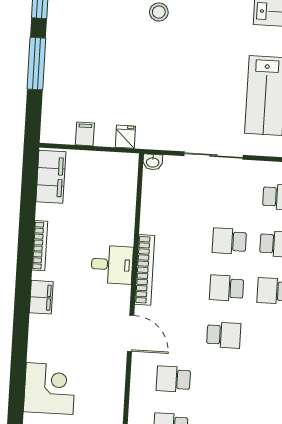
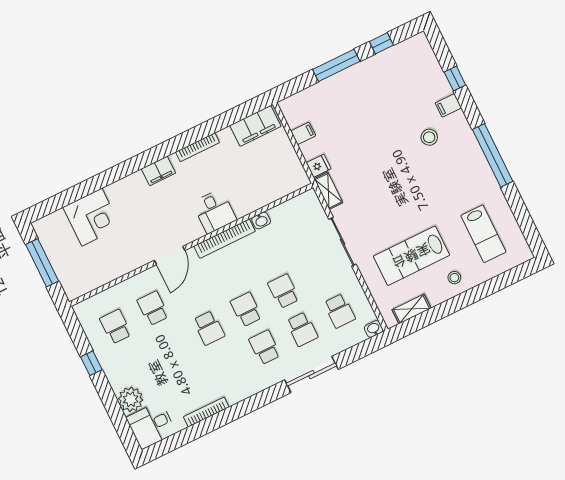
shelving: (155, 141) -> (328, 191), added
washbasin: (153, 162) -> (261, 221), moved, turned -90

